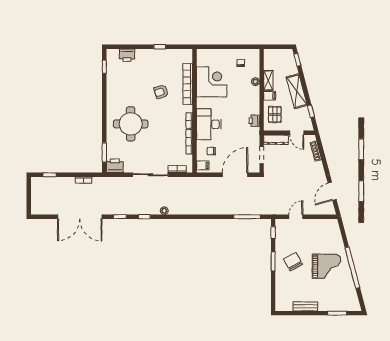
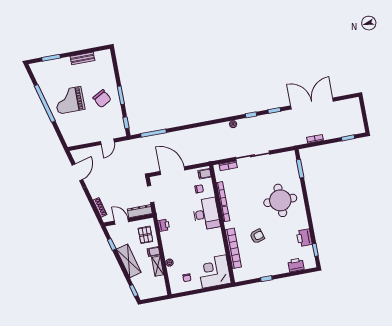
corner desk: (212, 82) -> (214, 272), moved, turned 90
printer: (115, 166) -> (304, 238), moved, turned 90
door: (235, 175) -> (172, 171), swing flipped

